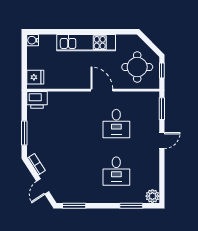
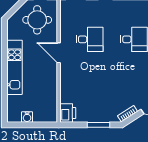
water cooler: (33, 40) -> (27, 117), moved
fridge: (35, 77) -> (47, 115), removed
door: (102, 90) -> (59, 53), hinge flipped

